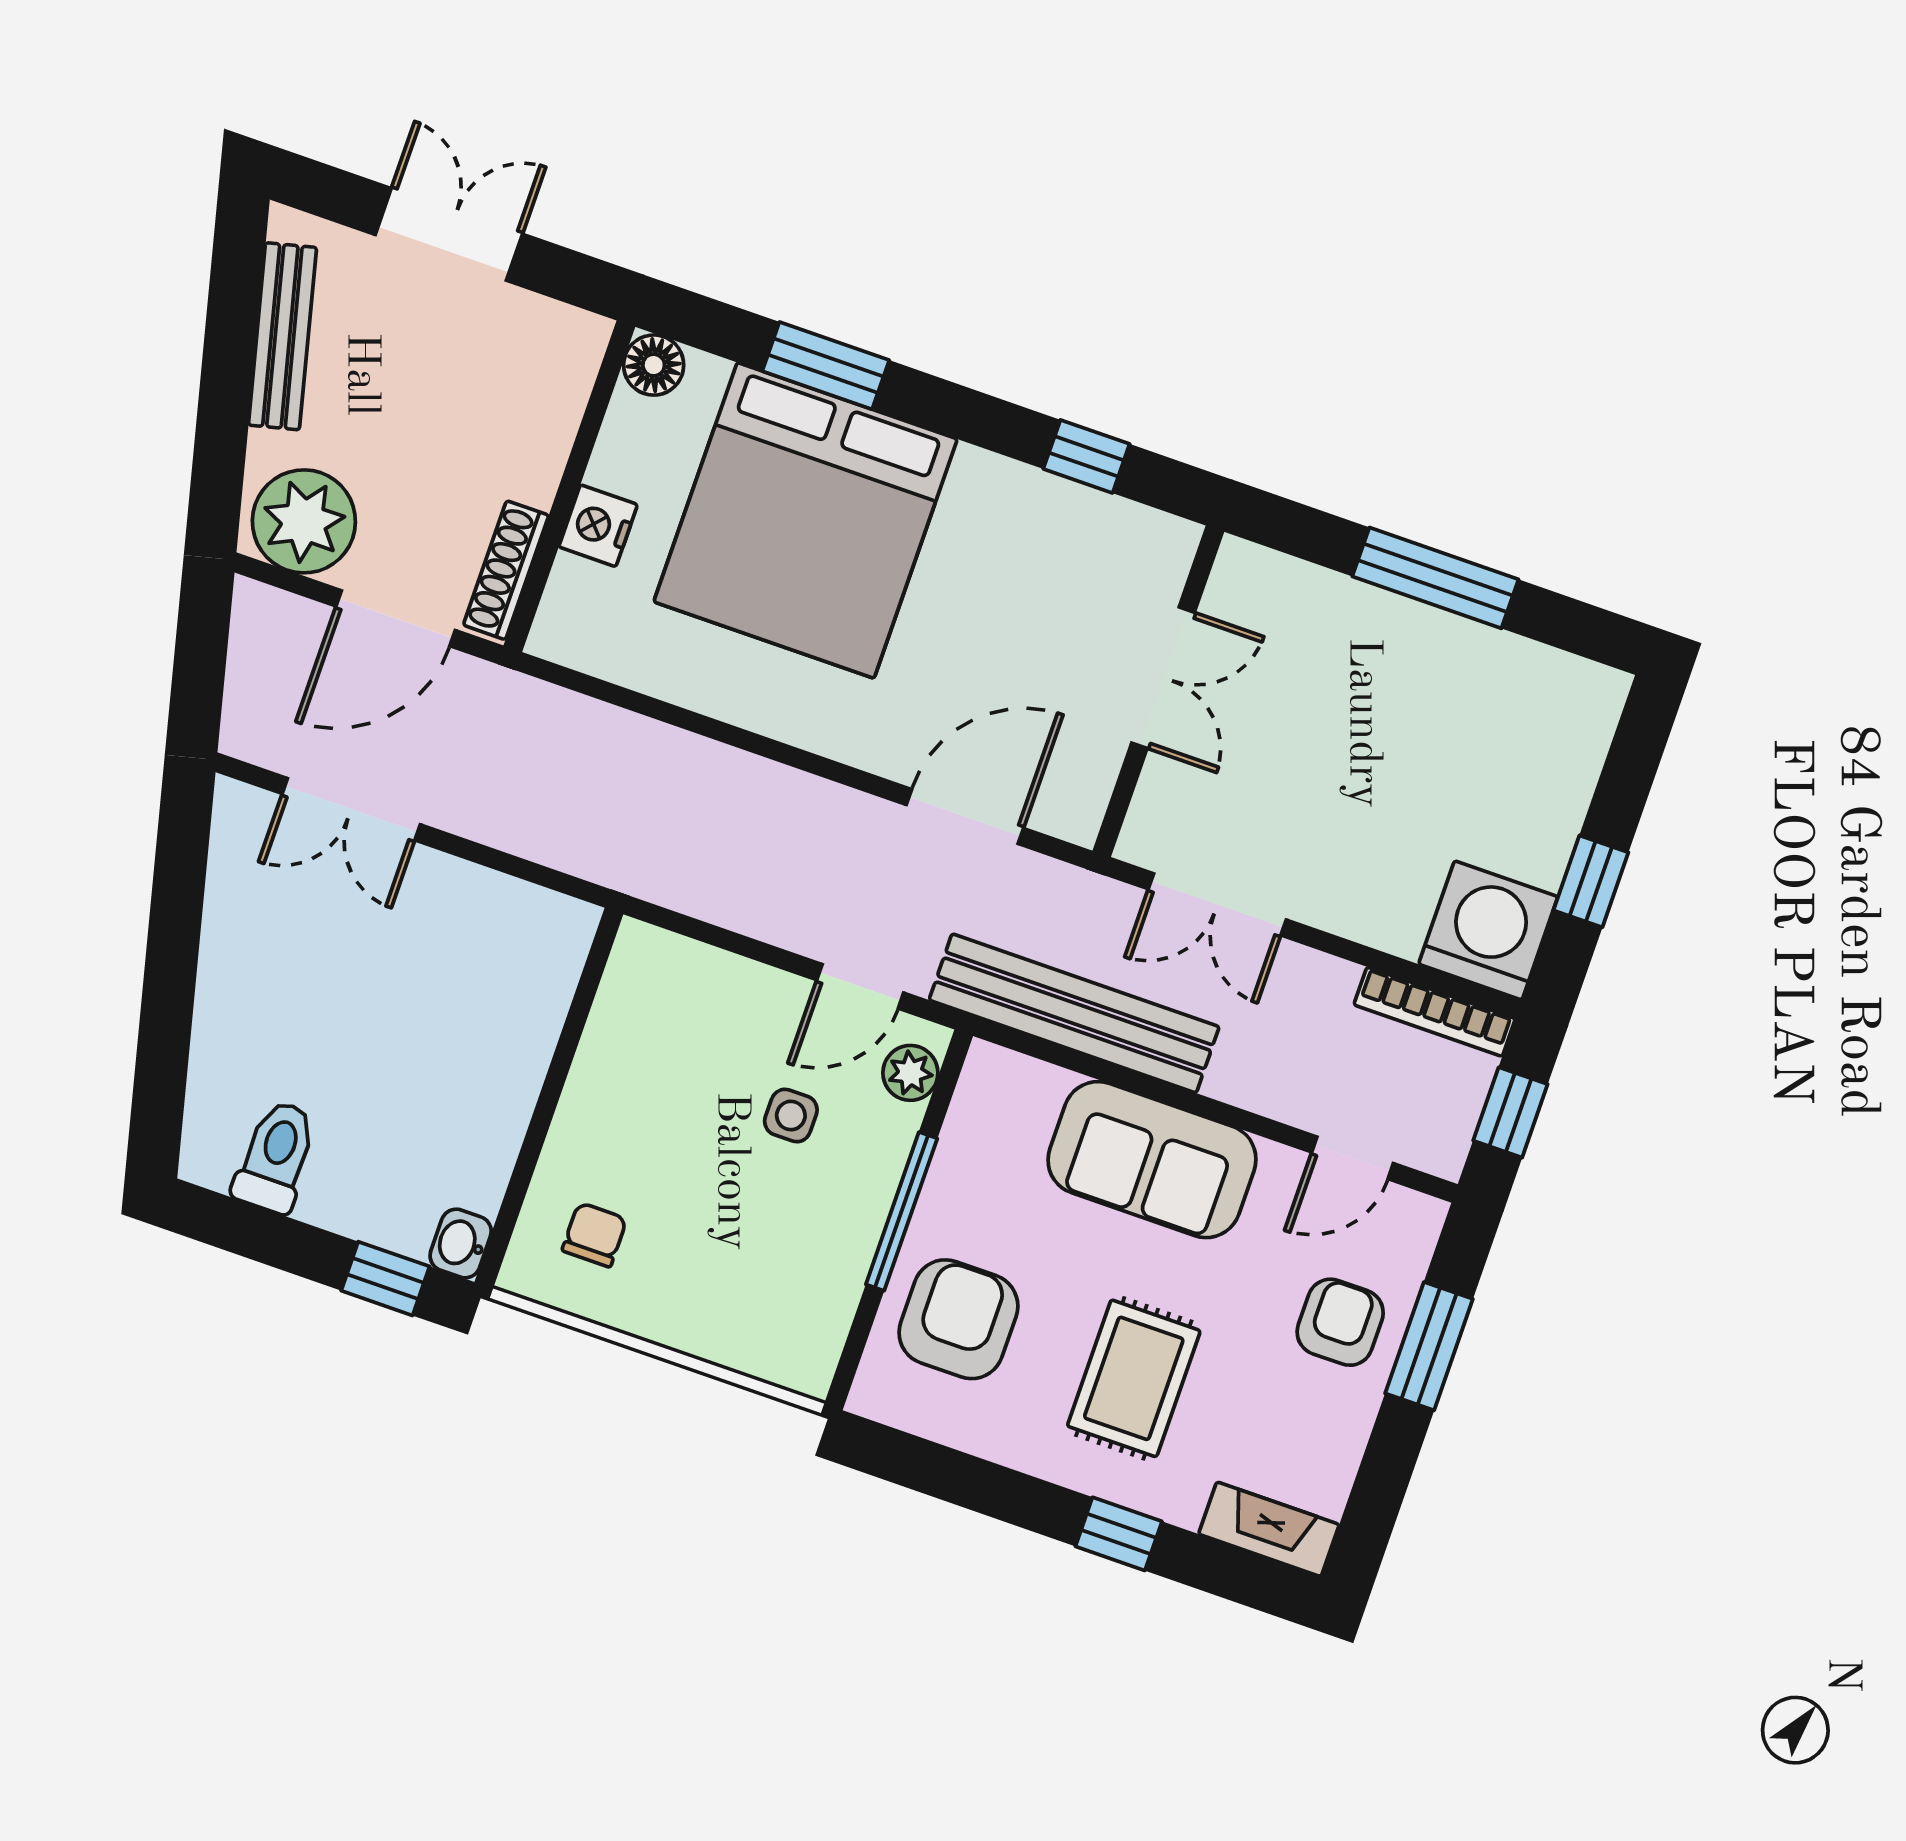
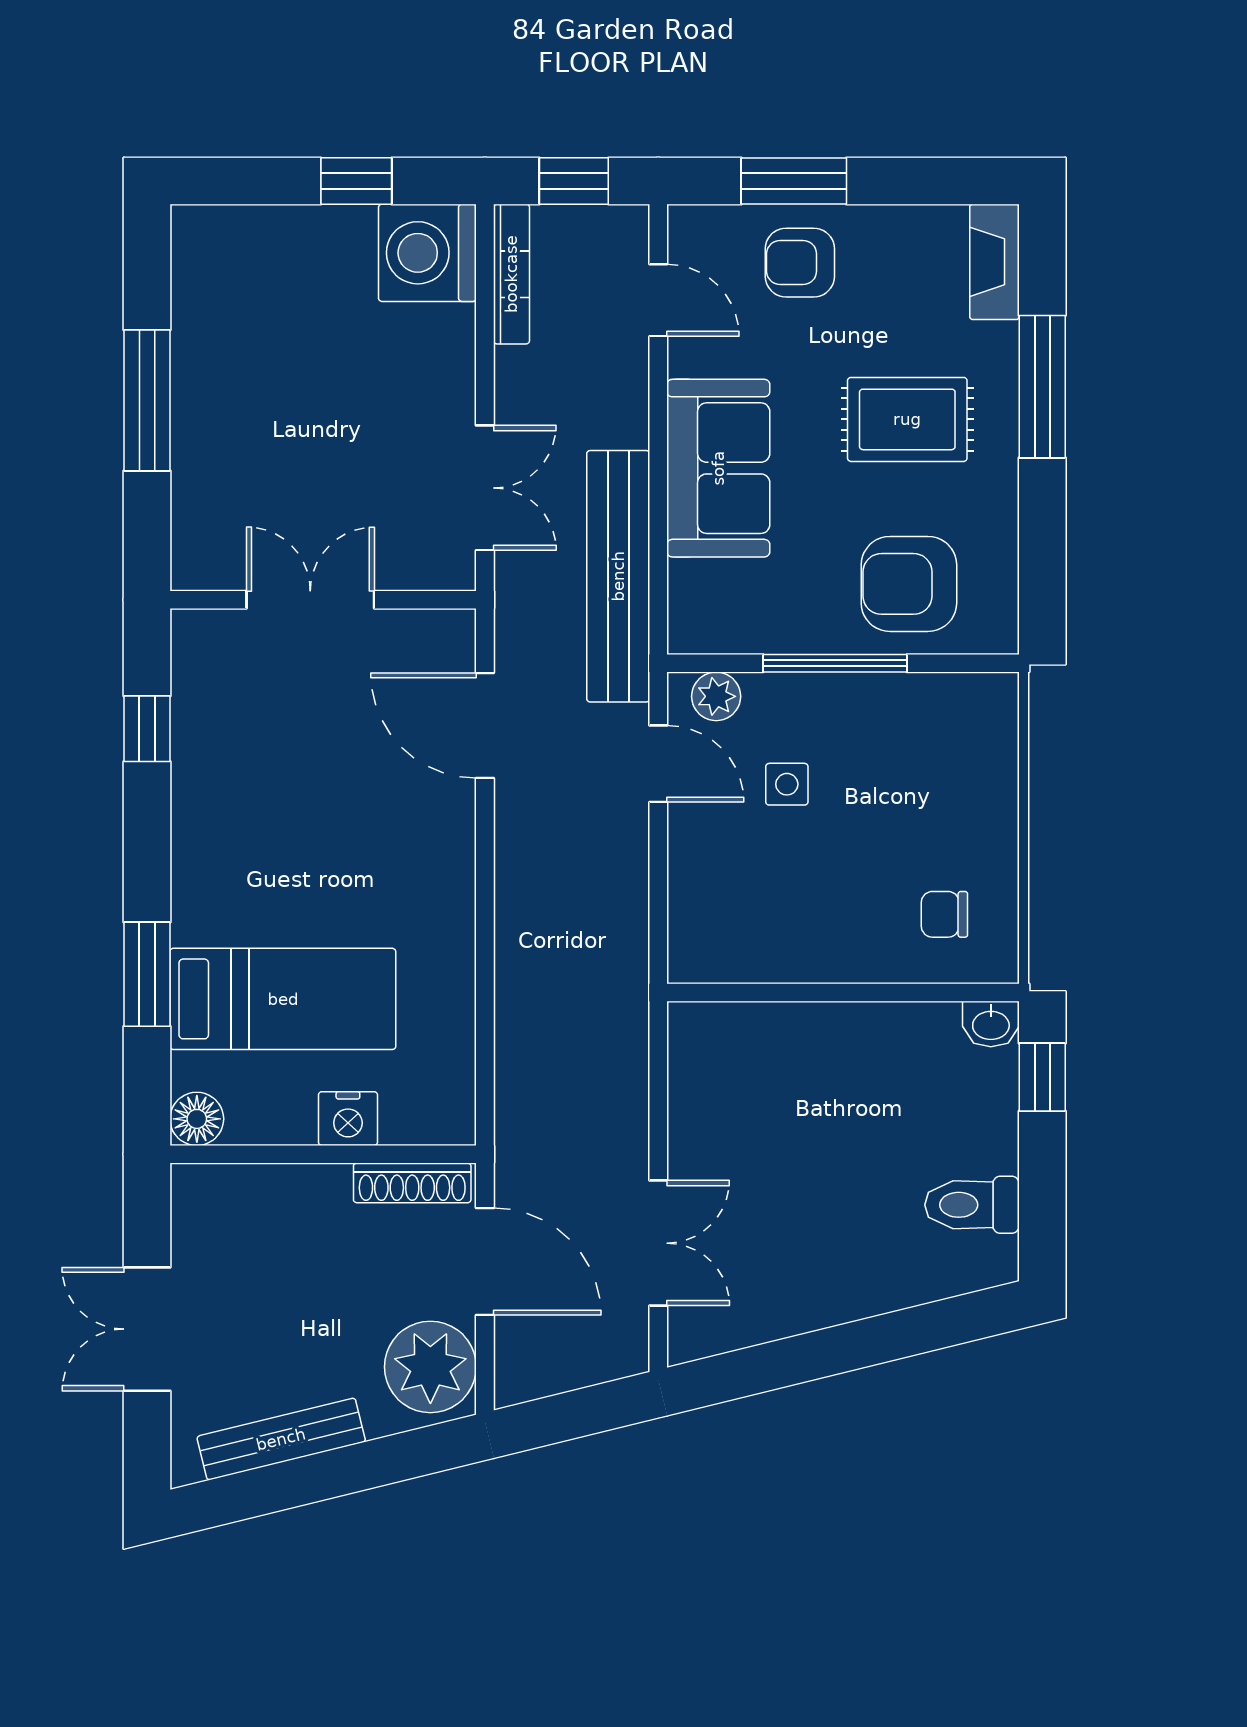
bed: (806, 520) -> (283, 999), width x0.49
window: (1119, 1534) -> (1042, 387), width x2.17

